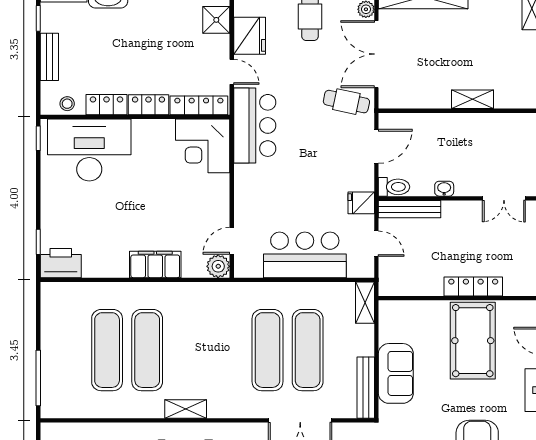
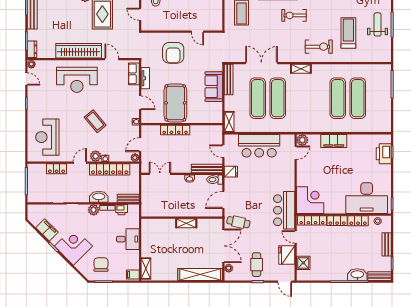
shelving: (473, 99) -> (186, 223), moved
printer: (61, 263) -> (384, 154), moved, turned 90
shelving: (186, 409) -> (301, 69), moved

